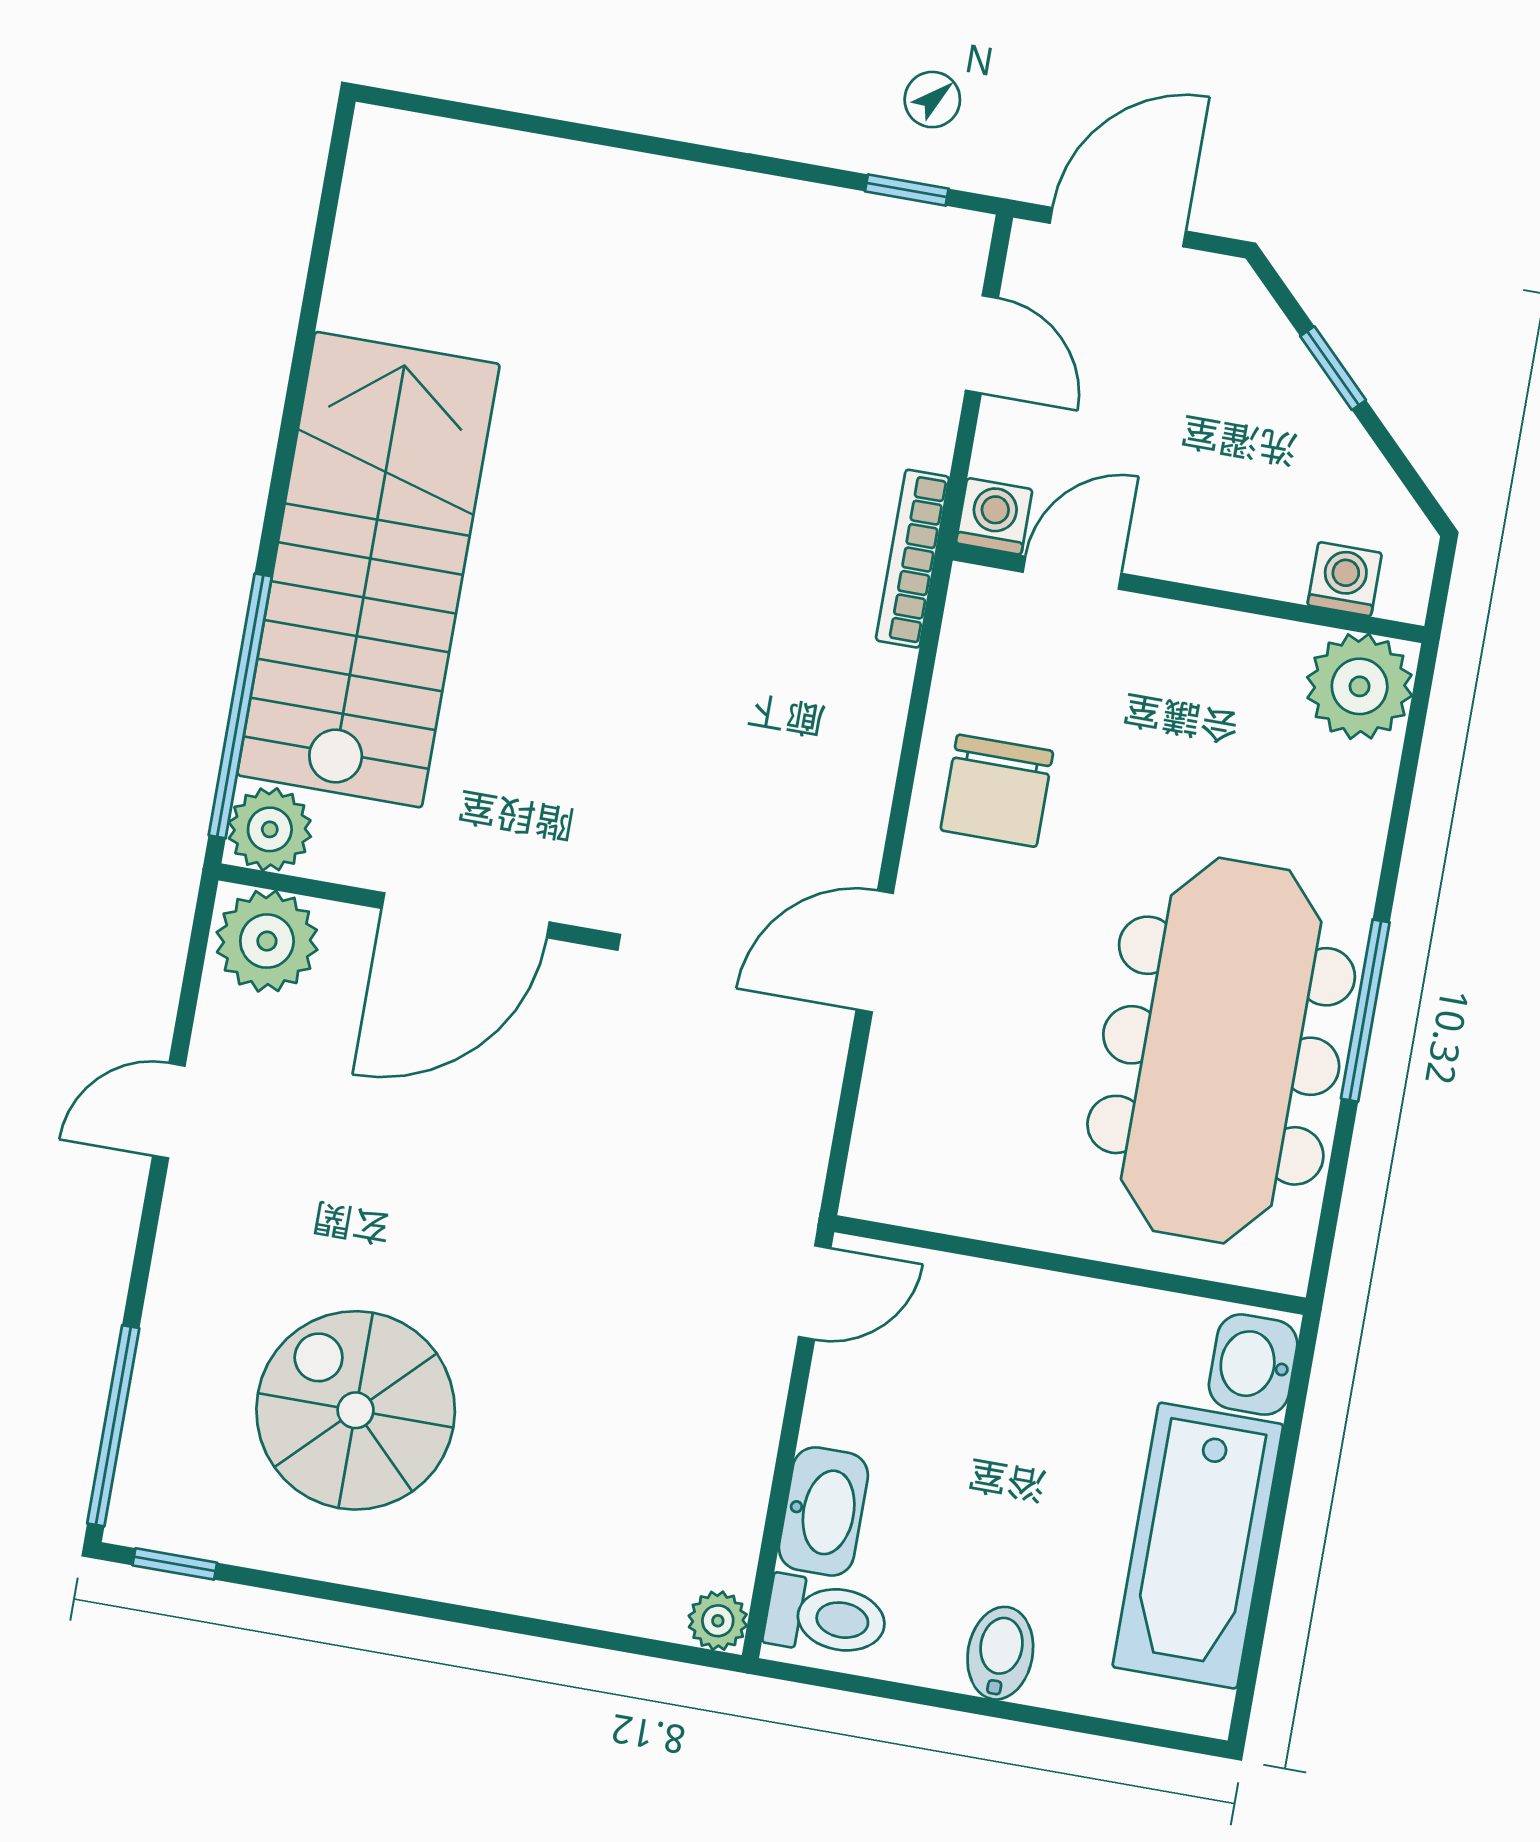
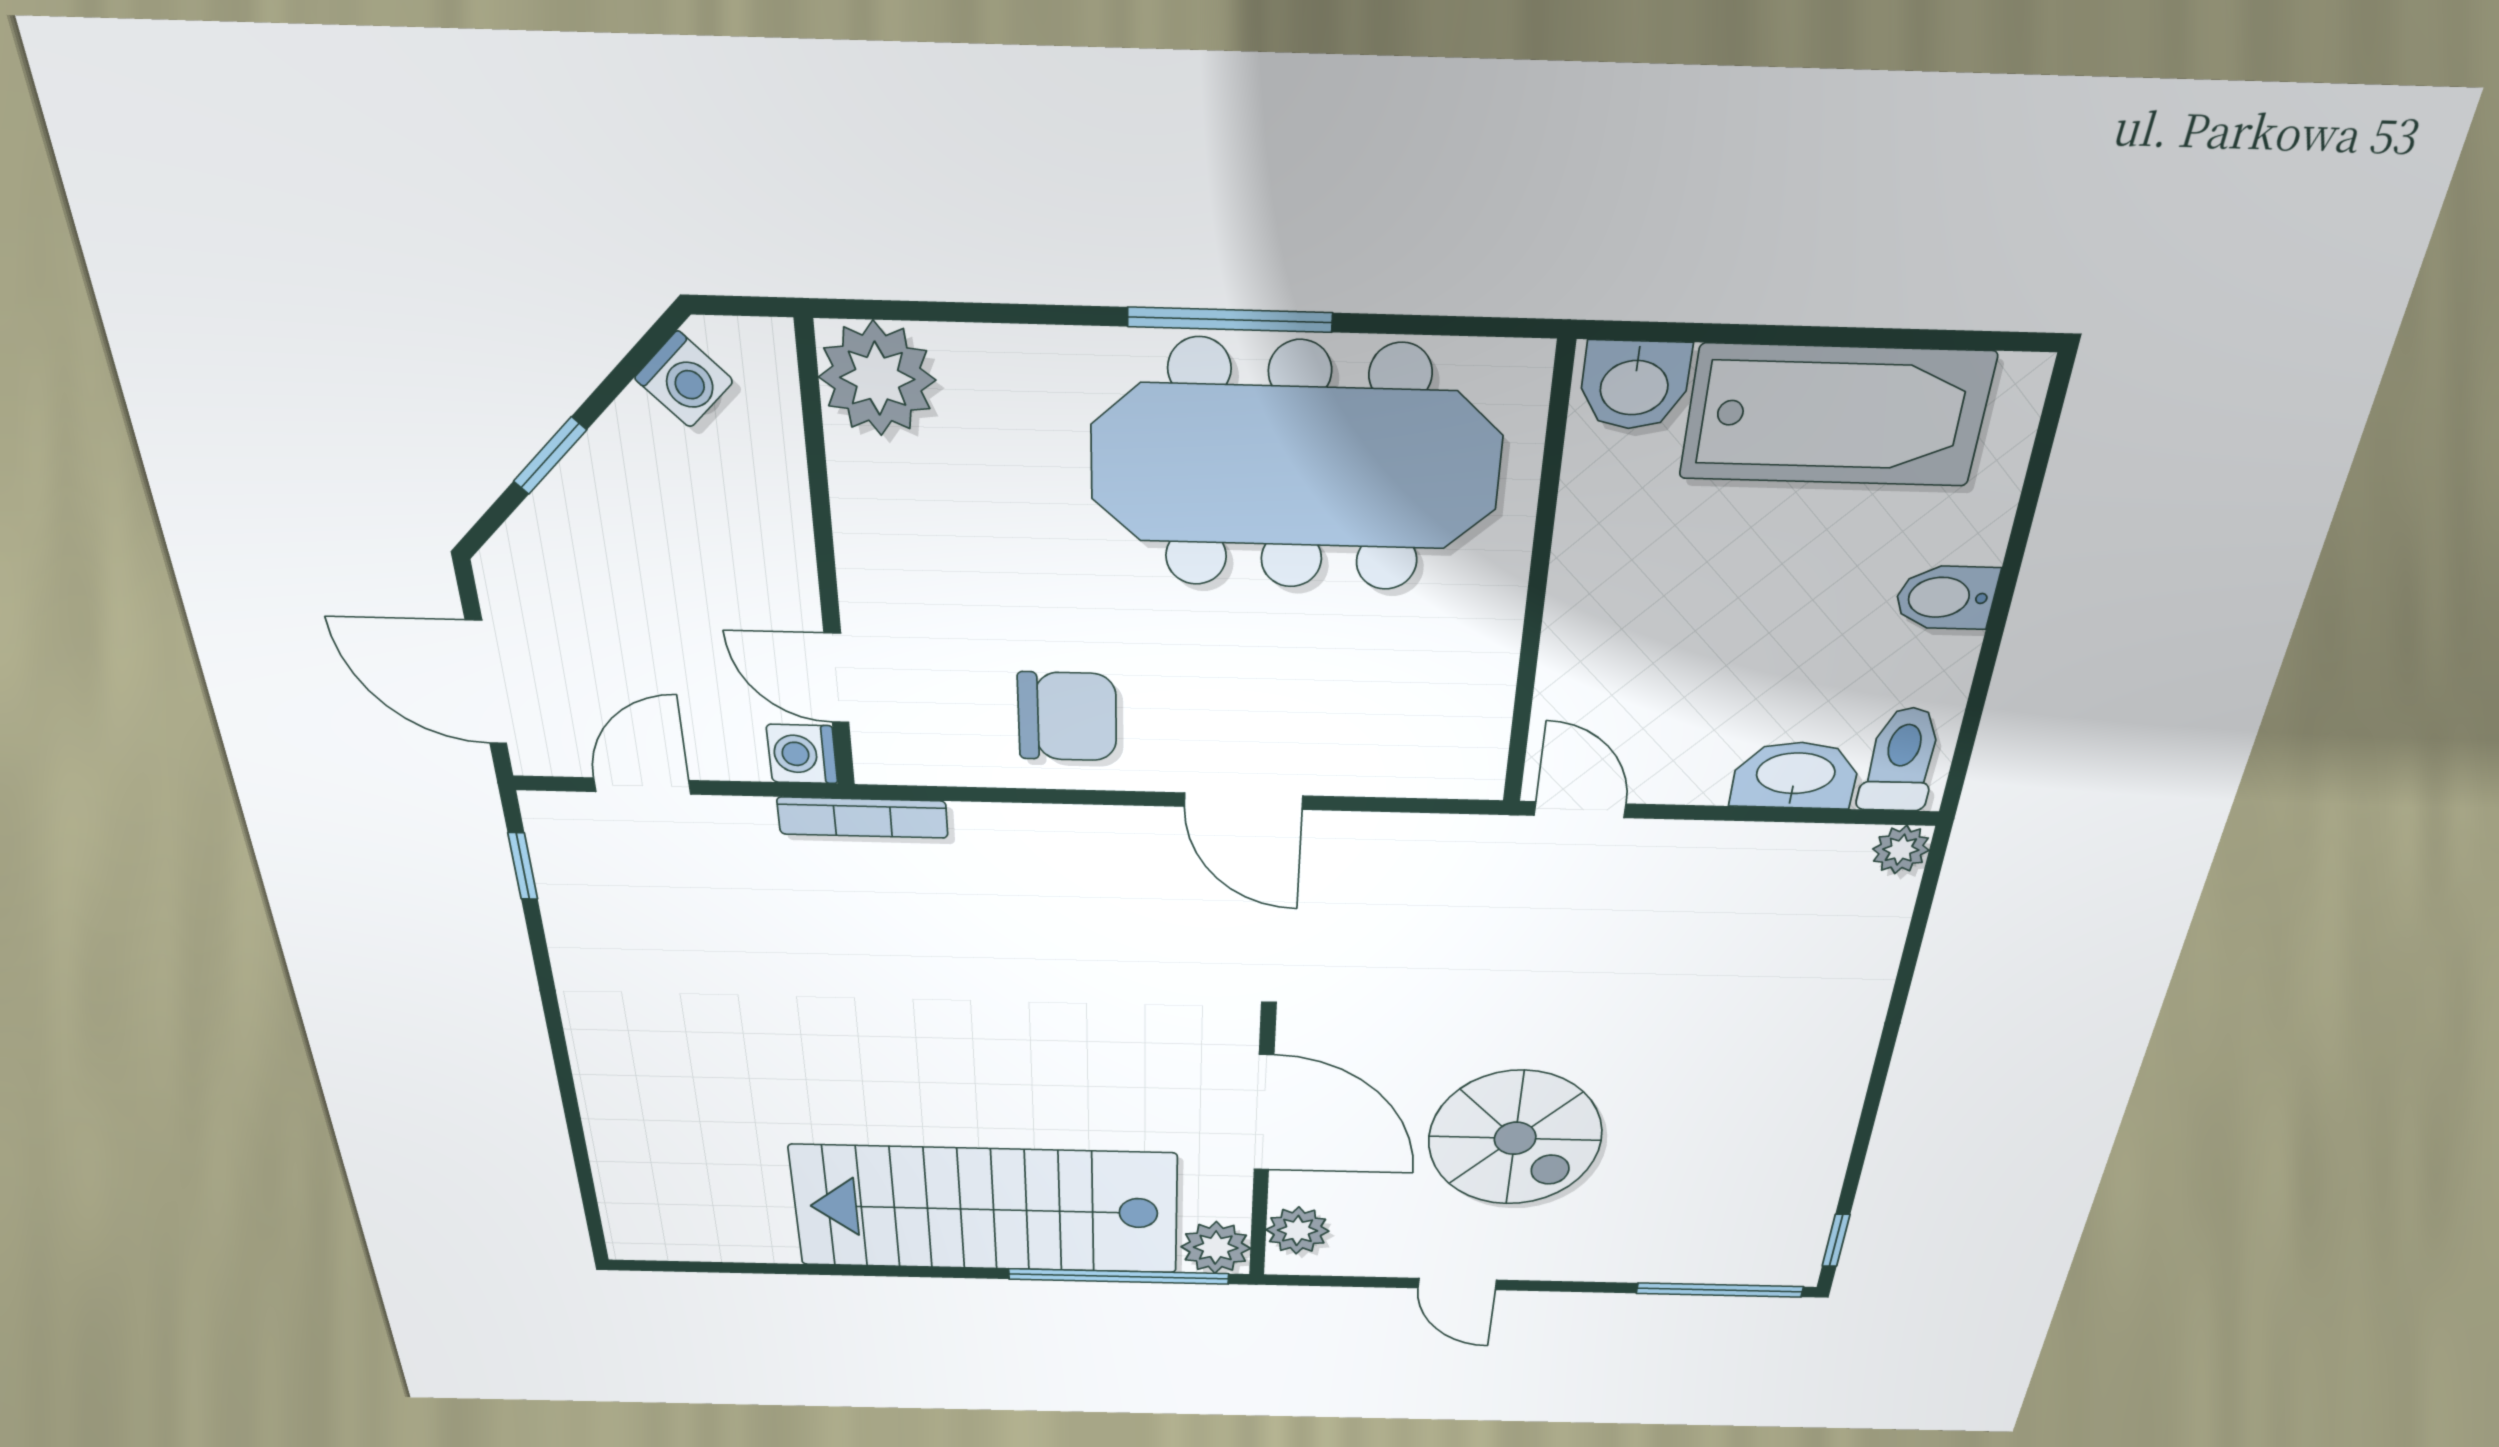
washing machine: (1345, 579) -> (684, 380), moved, turned -135
plant: (267, 941) -> (1297, 1230), width x0.73, depth x0.73
spiral stairs: (356, 1410) -> (1515, 1138), moved, turned -90

